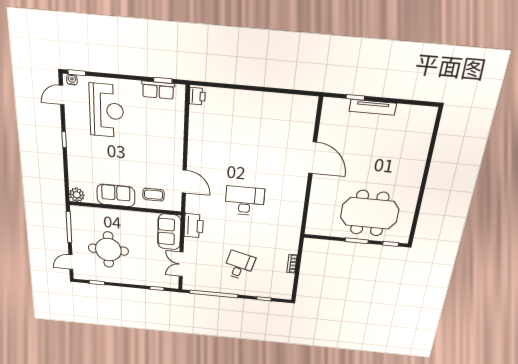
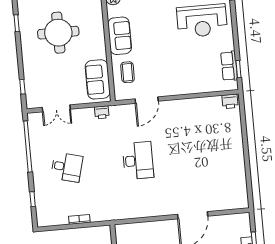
printer: (194, 226) -> (102, 112), width x0.53, depth x0.68
sofa: (169, 232) -> (98, 79), moved, turned -90
double door: (181, 264) -> (56, 108), swing flipped

